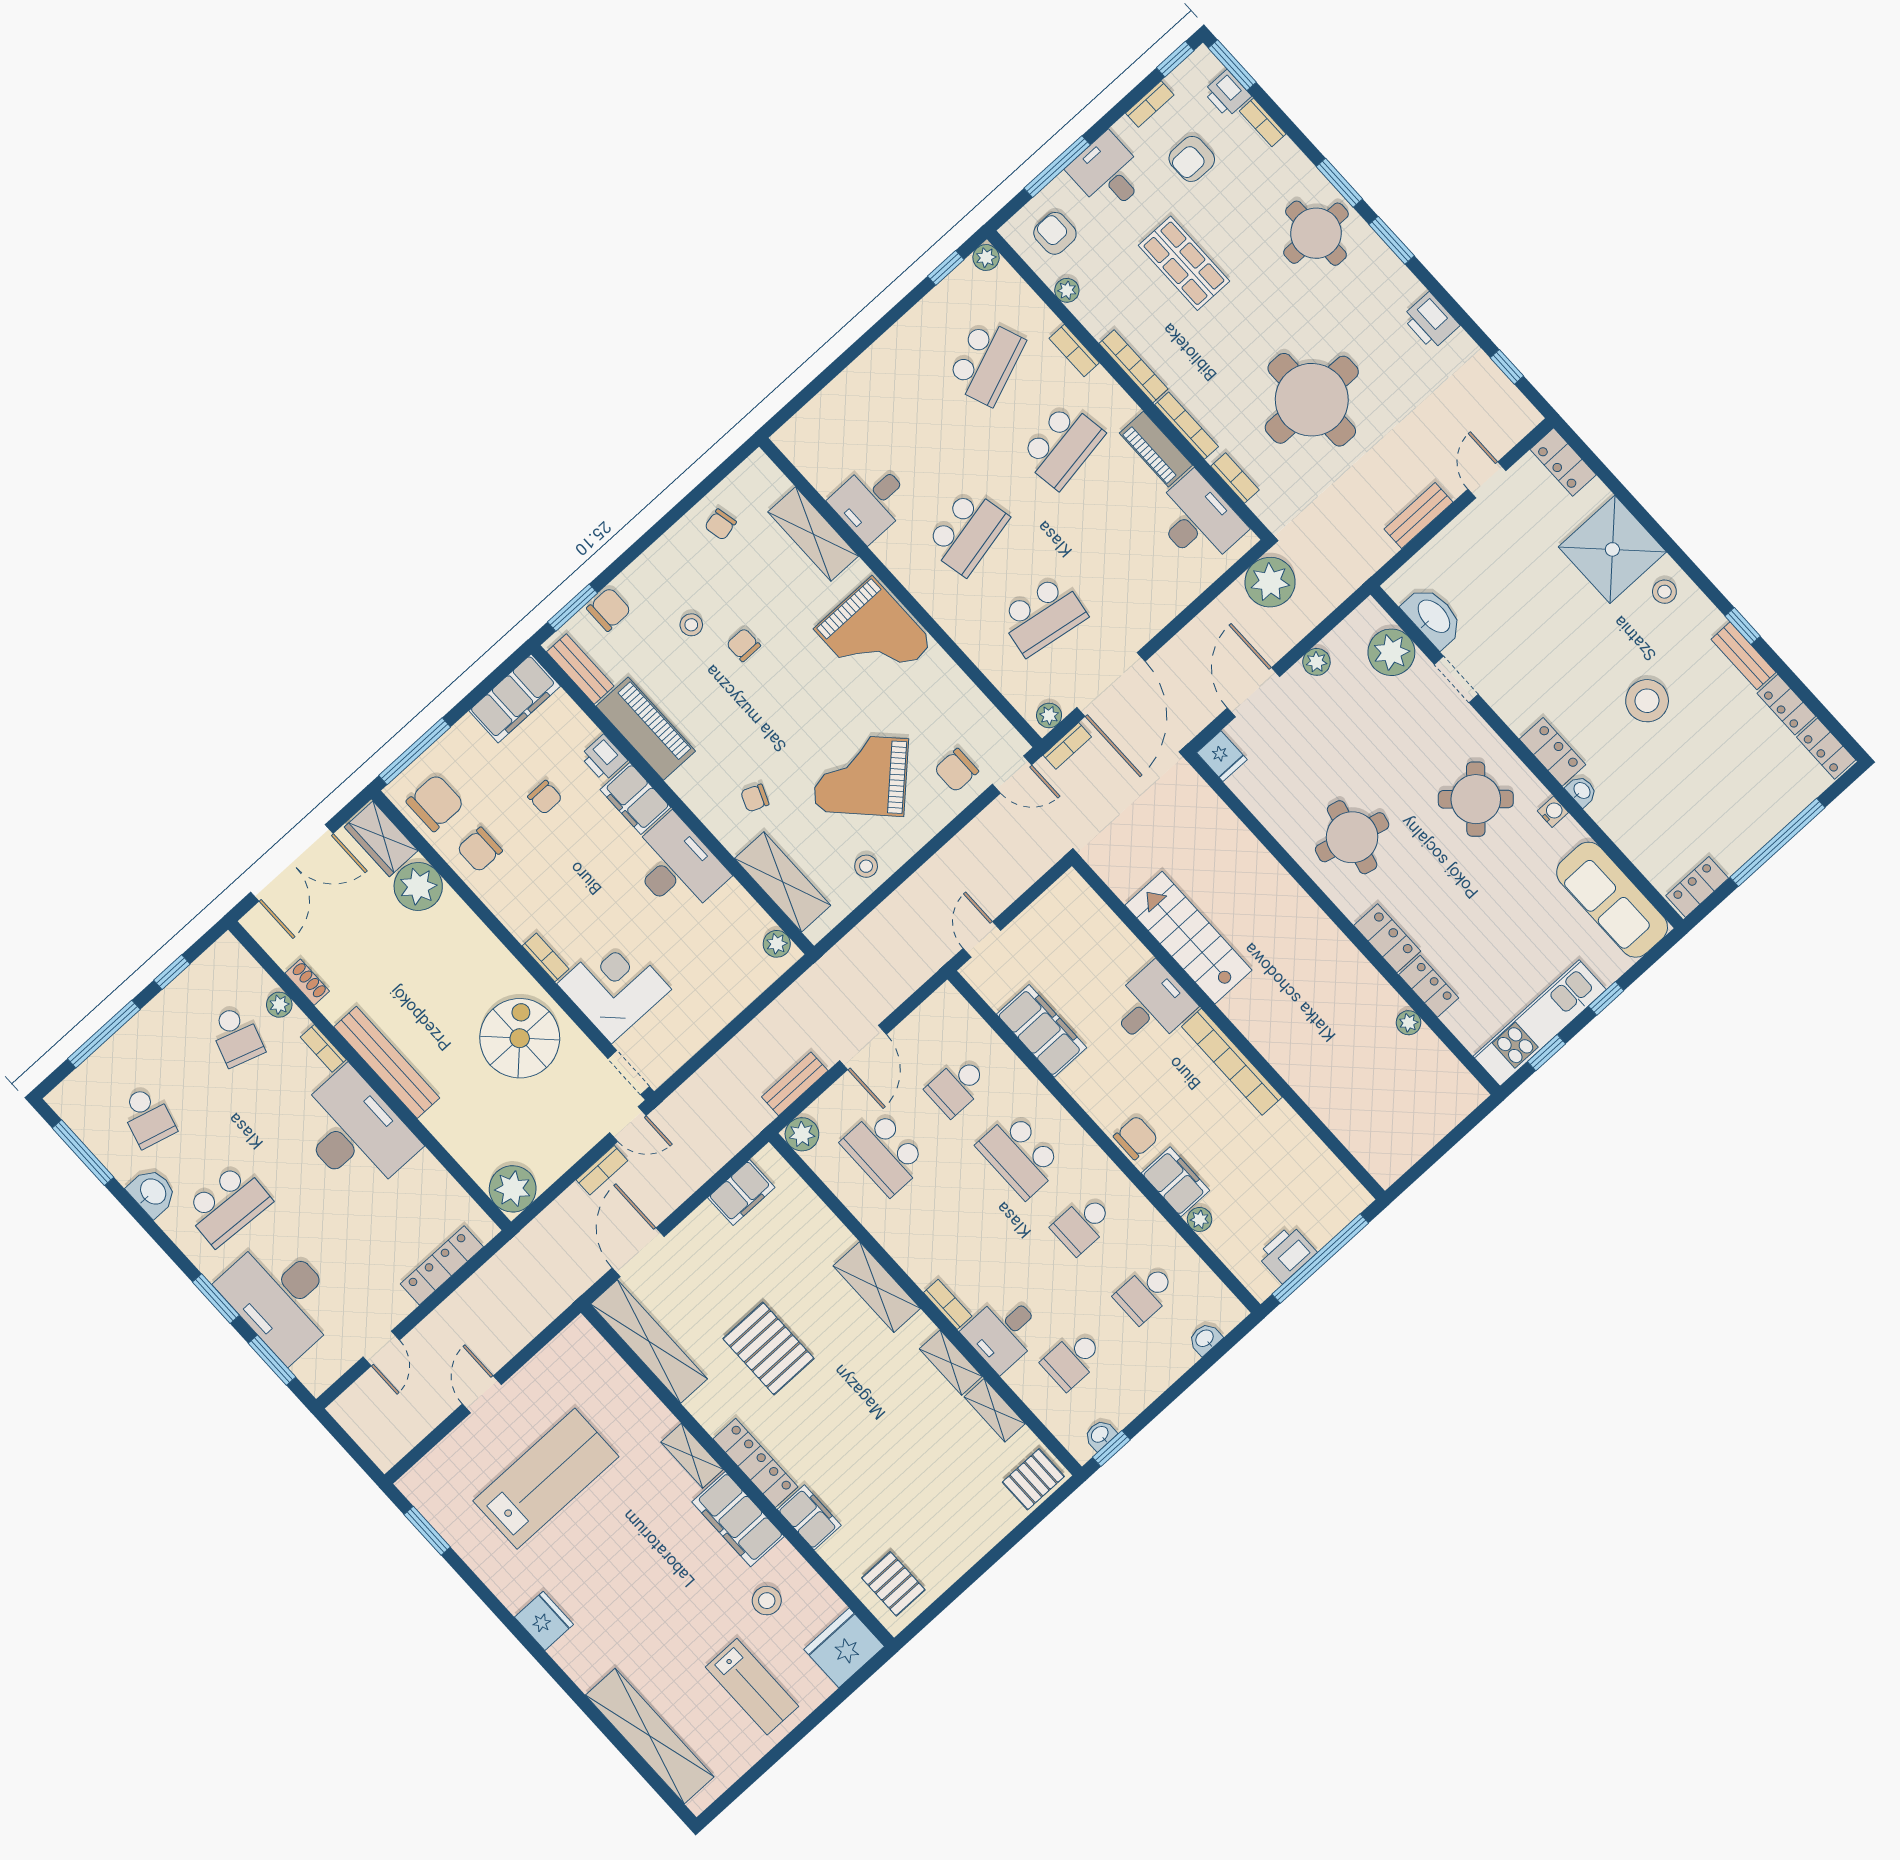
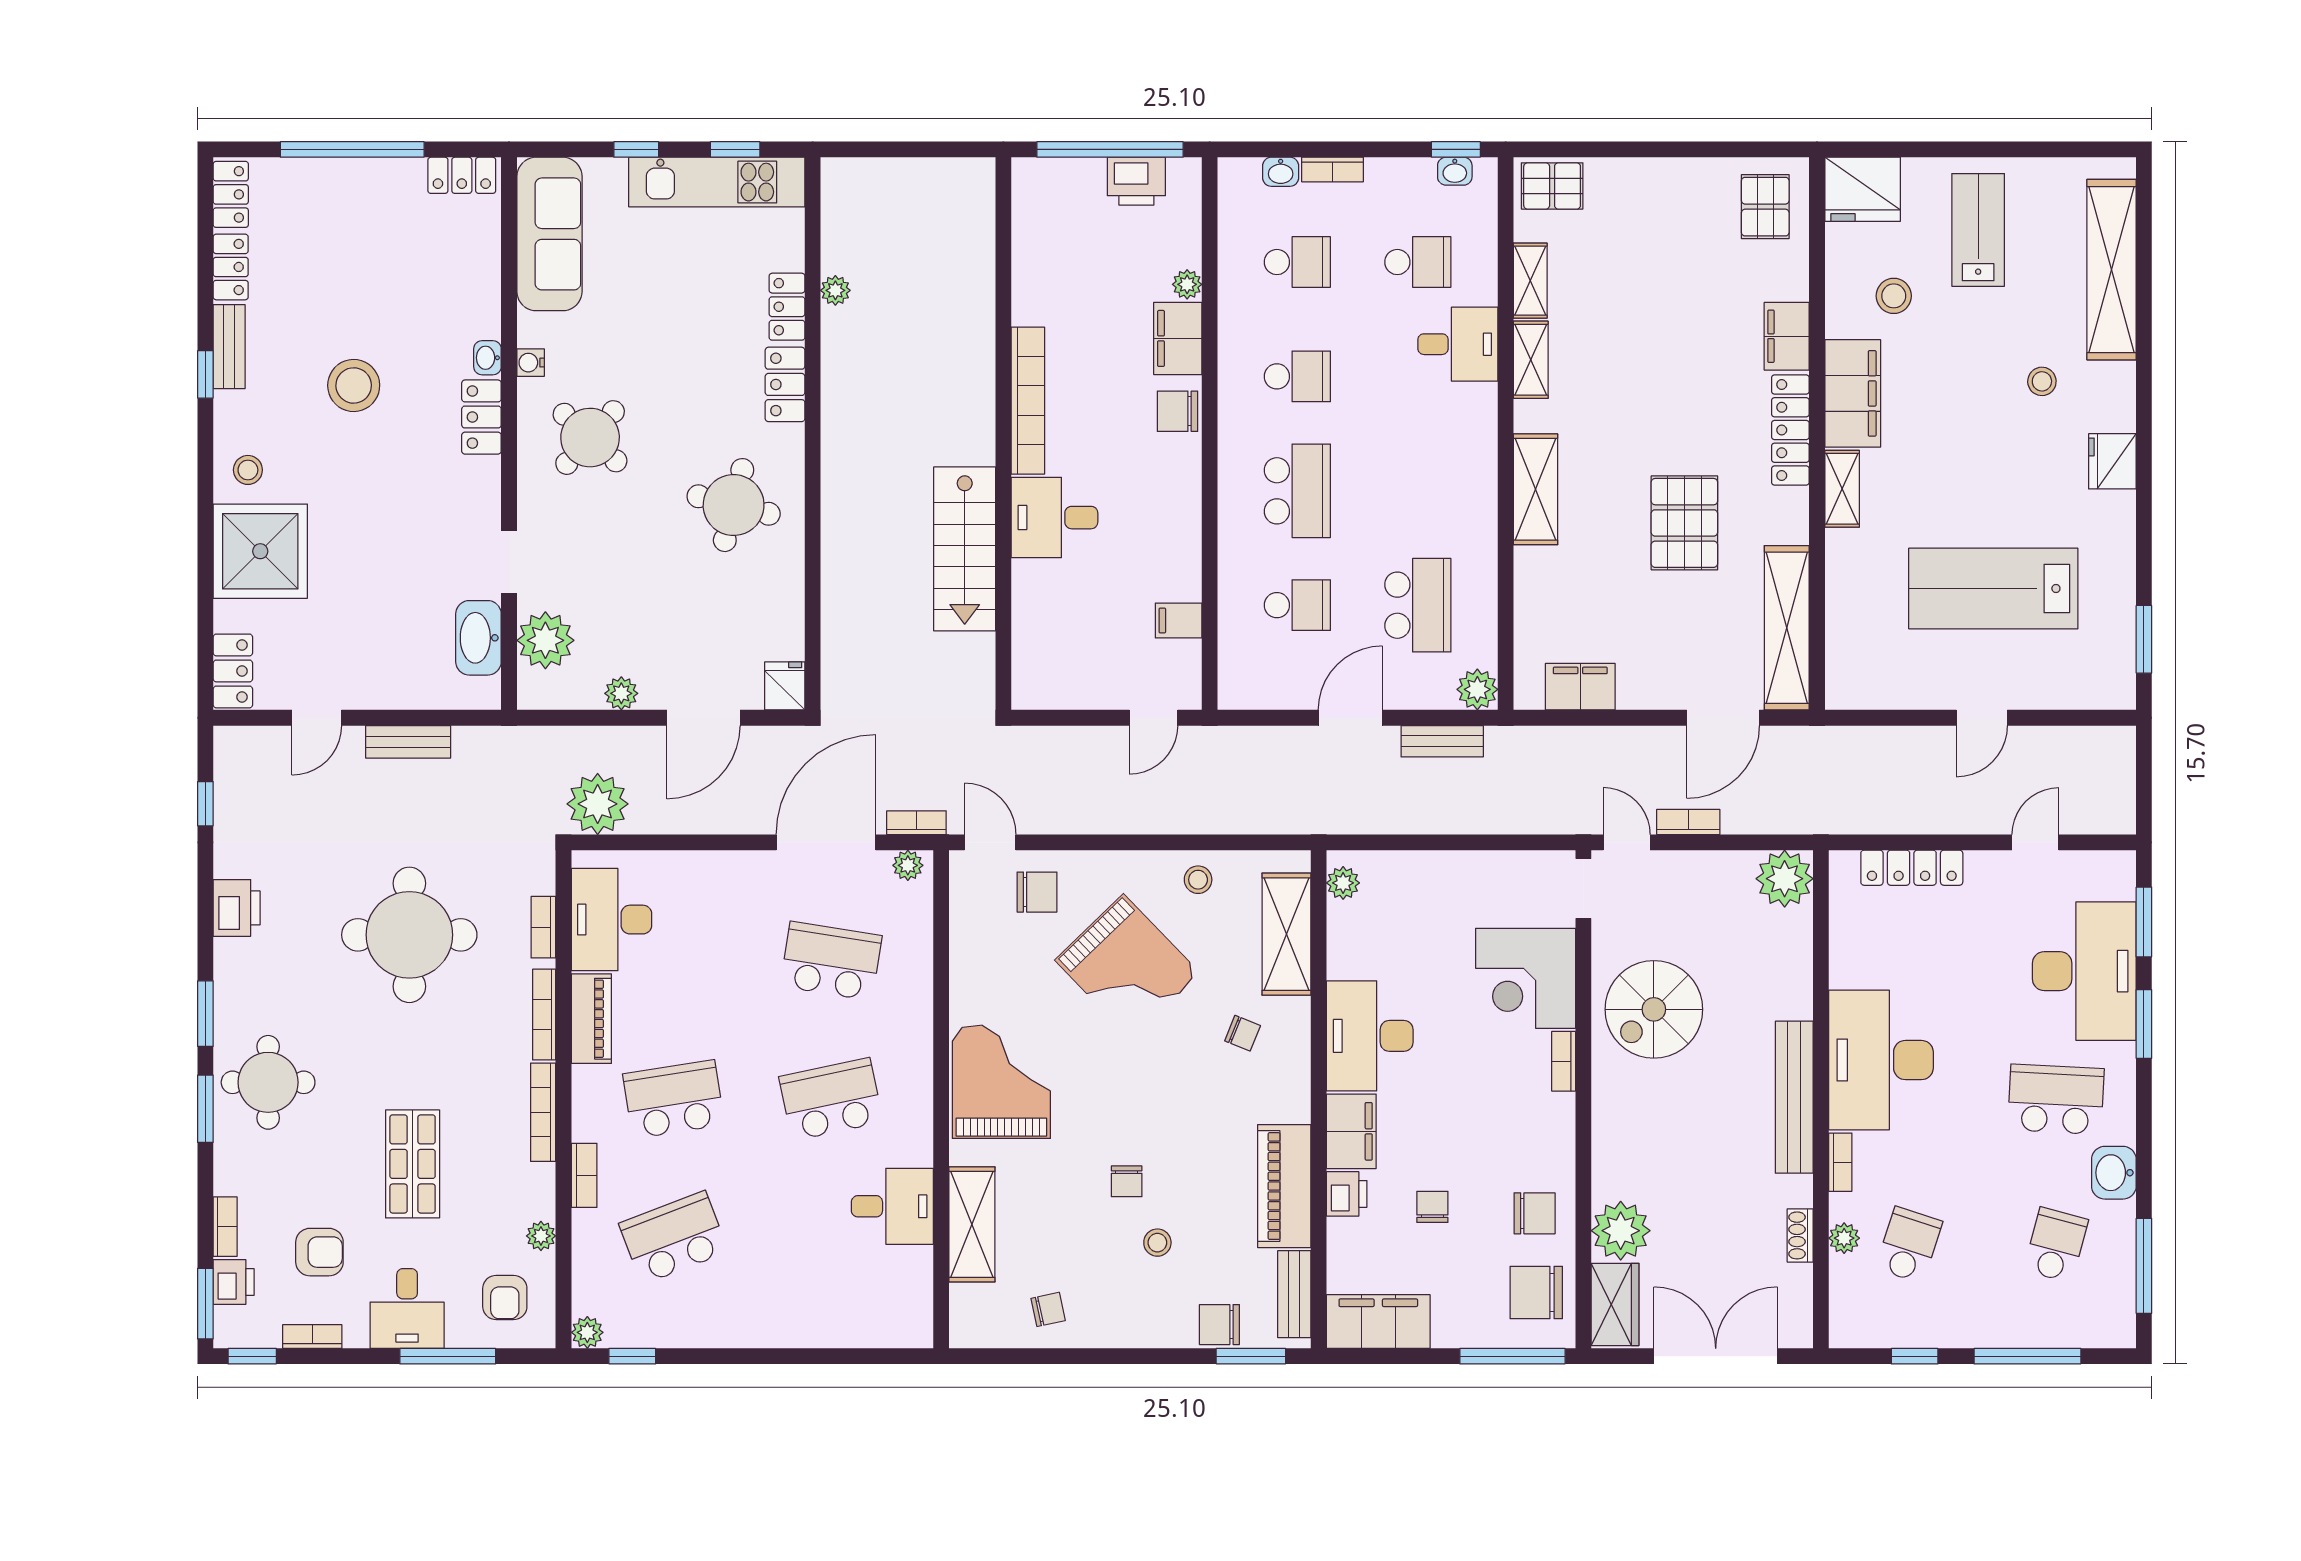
filing cabinet: (1042, 1031) -> (1179, 621), width x0.33, depth x0.86
bookcase: (948, 1304) -> (1333, 170), moved, turned -90
stool: (630, 1630) -> (2042, 381), added

